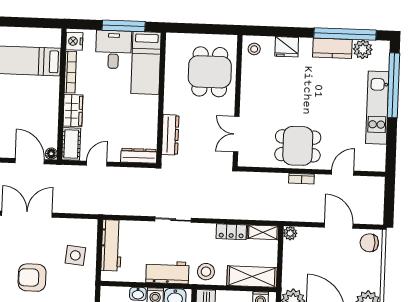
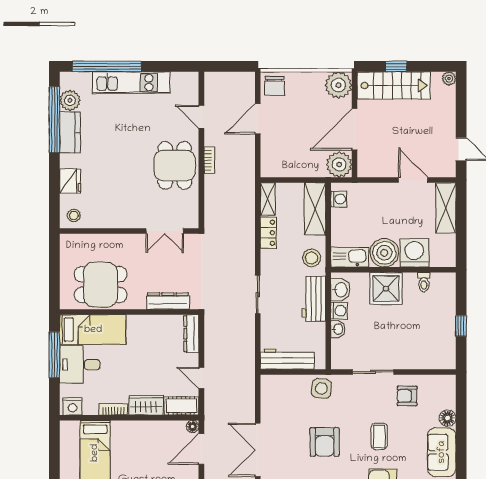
bookcase: (70, 72) -> (113, 409), width x0.64
dining table: (210, 72) -> (101, 285), moved
plant: (290, 233) -> (268, 170), removed
side table: (75, 255) -> (321, 388), moved

